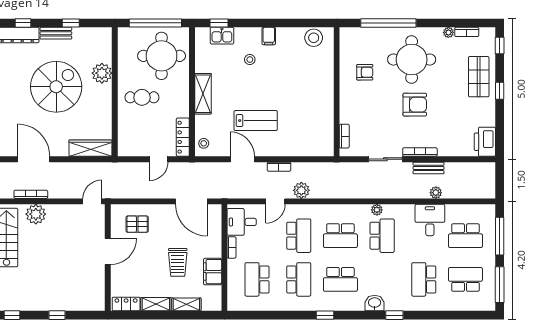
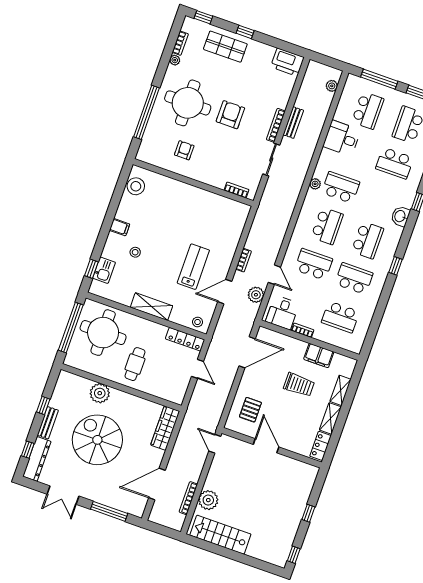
plant: (301, 190) -> (256, 295), moved
plant: (436, 193) -> (332, 86), moved

